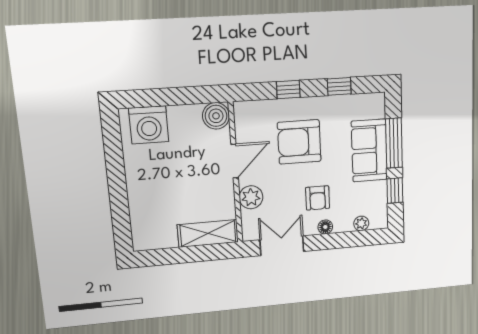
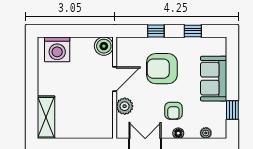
window: (394, 143) -> (232, 75), removed
shelving: (208, 233) -> (46, 117), moved, turned 90

